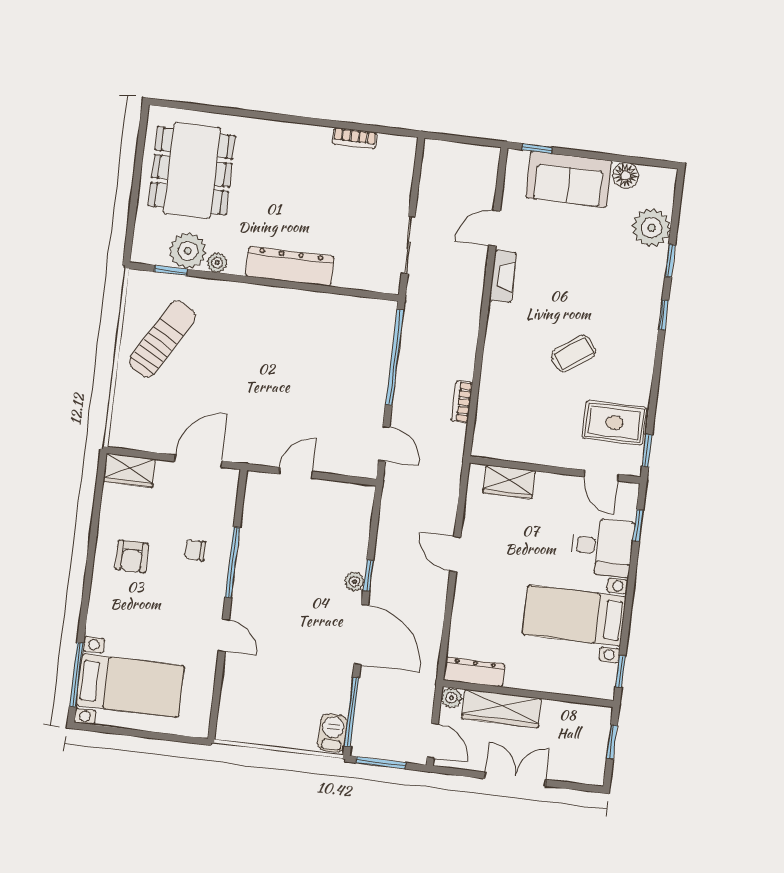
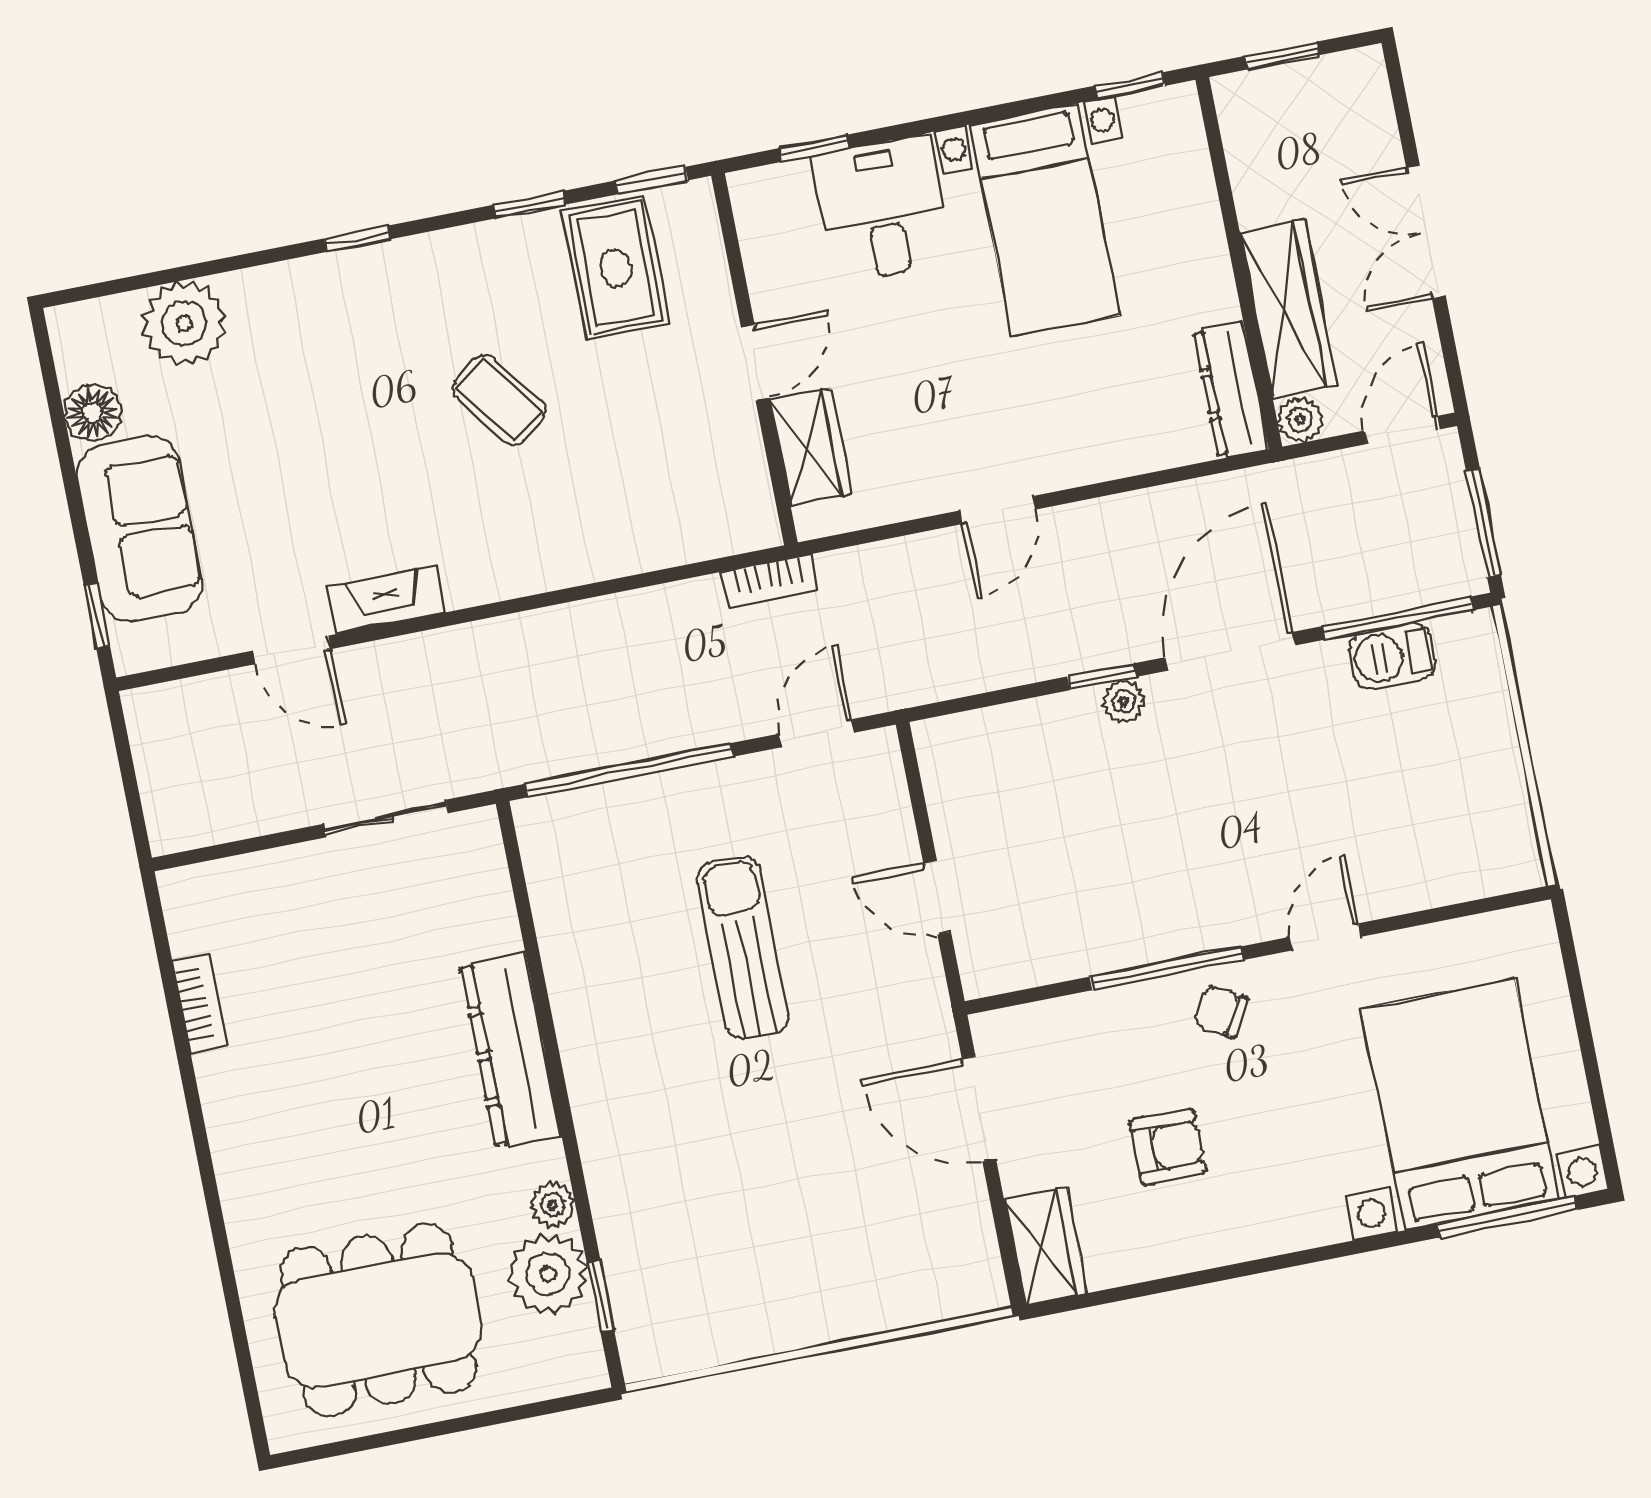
window: (670, 261) -> (529, 205), moved
sun lounger: (162, 339) -> (743, 948), moved, turned 60
bookcase: (462, 402) -> (770, 581), moved
door: (601, 475) -> (755, 363), moved
chair: (195, 550) -> (1220, 1011), moved, turned 120
armchair: (132, 556) -> (1168, 1147), moved
bed with nightstands: (130, 685) -> (1459, 1104), width x1.36
barbecue: (333, 733) -> (1392, 656), moved

